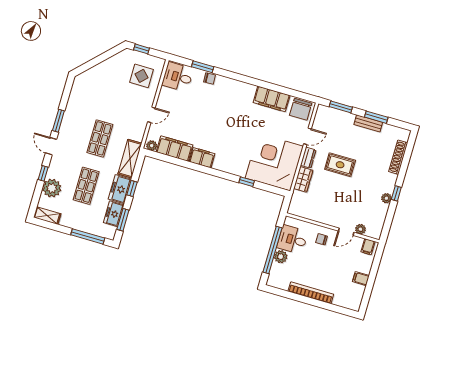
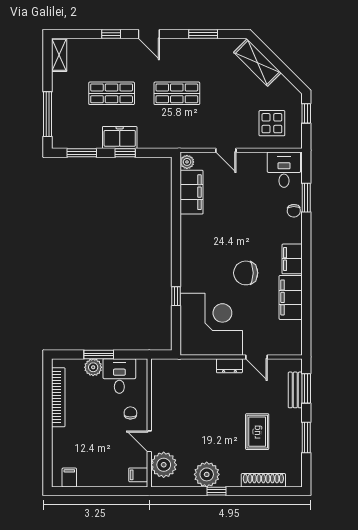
chair: (301, 109) -> (246, 273), moved
window: (58, 121) -> (203, 34), moved
bench: (368, 123) -> (295, 390), moved
door: (51, 146) -> (149, 34), swing flipped
filing cabinet: (202, 158) -> (292, 259), moved, turned 180
shelving: (130, 159) -> (257, 63), moved, turned 45
rug: (340, 165) -> (257, 432), moved
wardrobe: (303, 179) -> (200, 367), removed
plant: (52, 188) -> (96, 50), removed
plant: (386, 198) -> (207, 474), width x1.88, depth x1.88
freezer: (114, 214) -> (86, 139), removed
plant: (360, 229) -> (164, 465), width x1.88, depth x1.88
window: (273, 250) -> (99, 354), width x0.47
filing cabinet: (361, 279) -> (69, 478), moved
bookcase: (311, 293) -> (58, 397), moved

